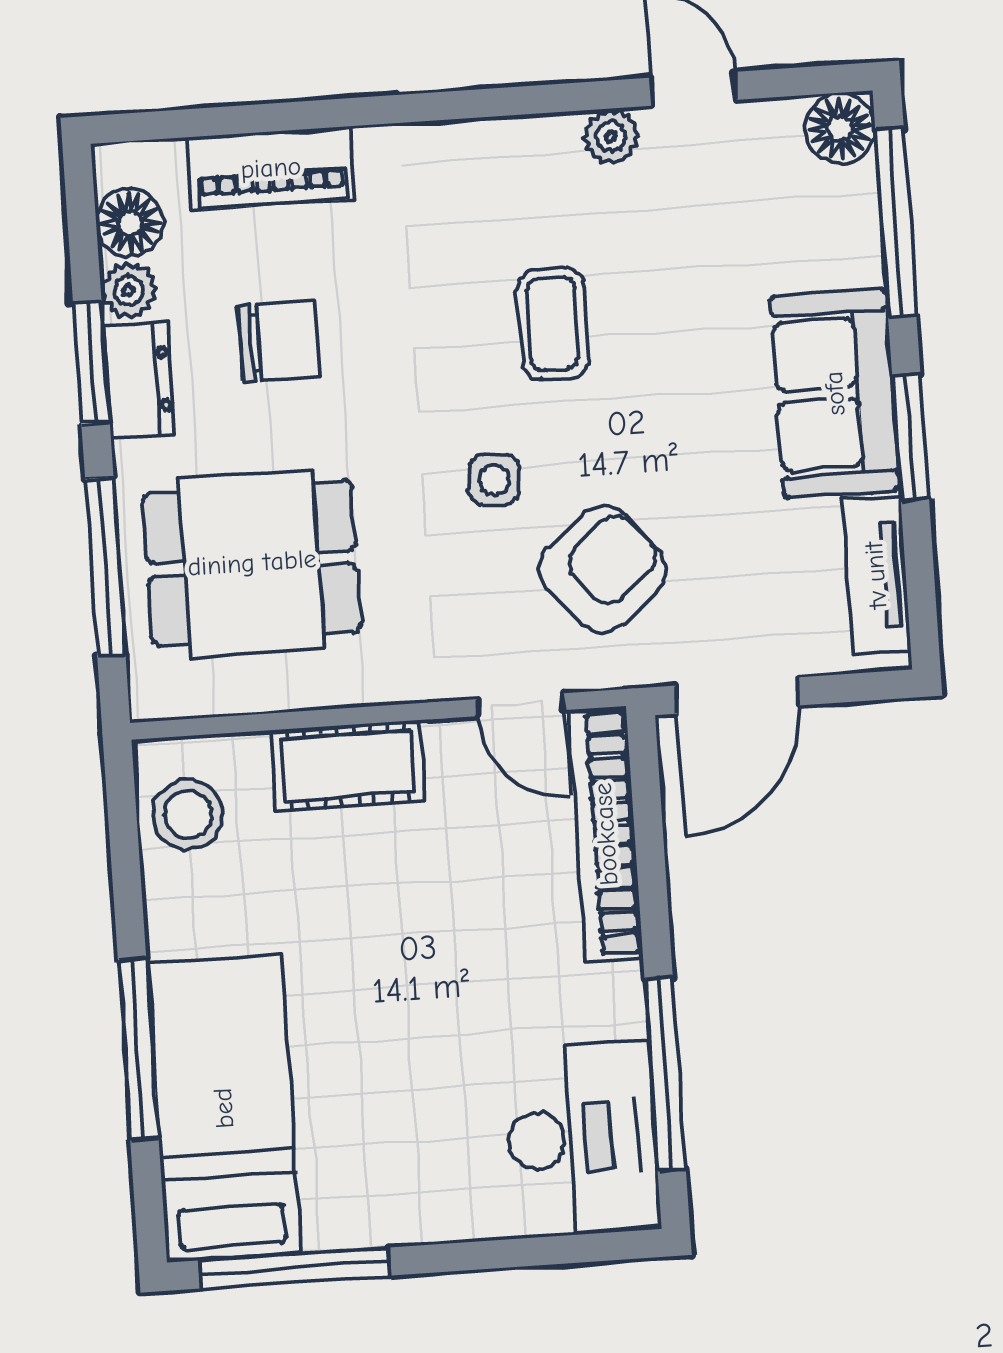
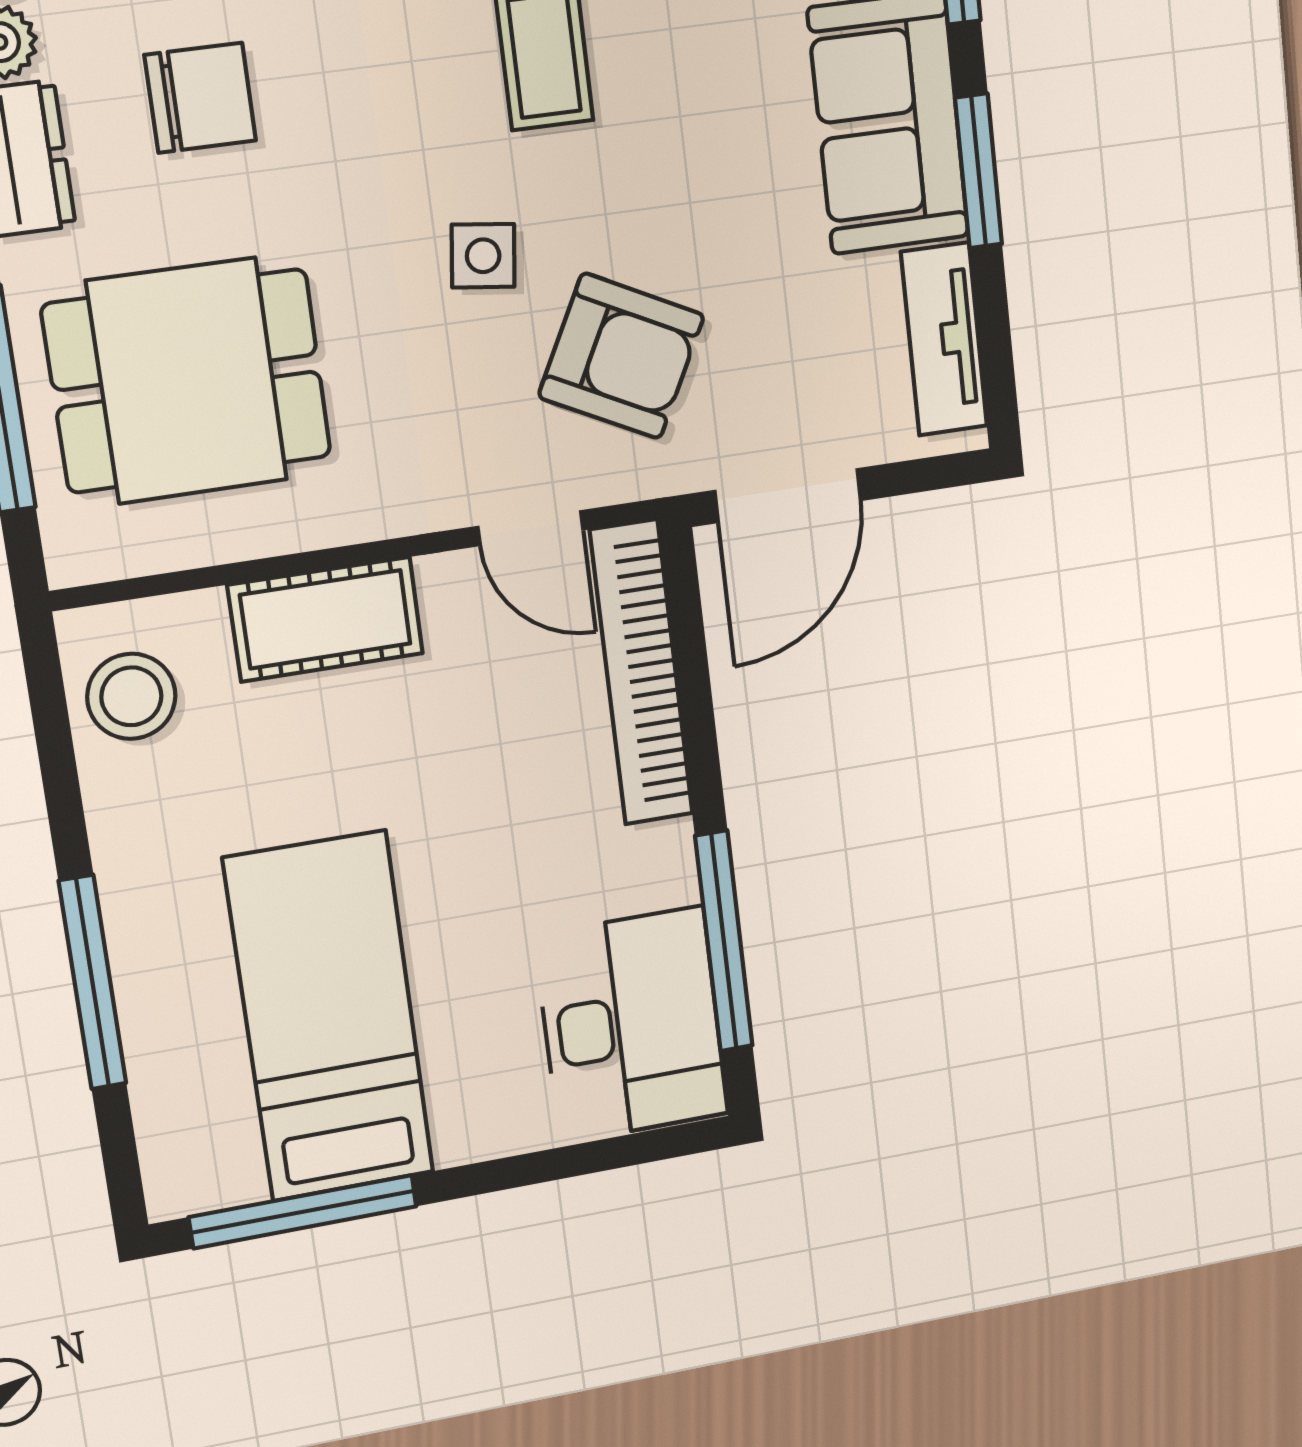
armchair: (603, 569) -> (621, 356), turned 67
bed: (224, 1108) -> (329, 1017), moved

